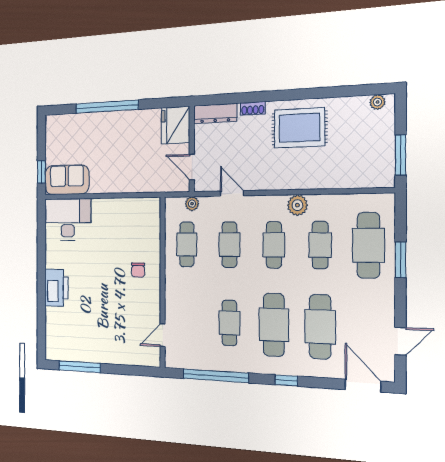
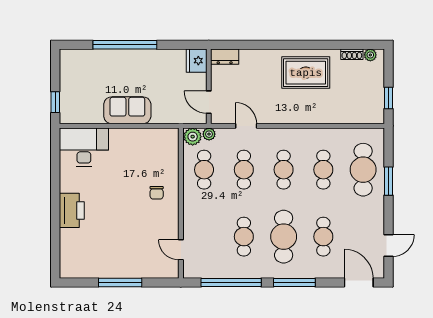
shoe rack: (253, 108) -> (352, 54), moved
dresser: (215, 113) -> (225, 57), width x0.70
fridge: (175, 125) -> (197, 61), width x0.73, depth x0.75
window: (401, 155) -> (389, 98), width x0.67
sofa: (67, 180) -> (127, 110), moved
plant: (297, 205) -> (193, 137), moved
cafe table: (320, 327) -> (323, 237), width x0.73, depth x0.74
door: (163, 335) -> (181, 250), hinge flipped
window: (80, 367) -> (120, 283), moved
window: (286, 380) -> (294, 283), width x2.17

